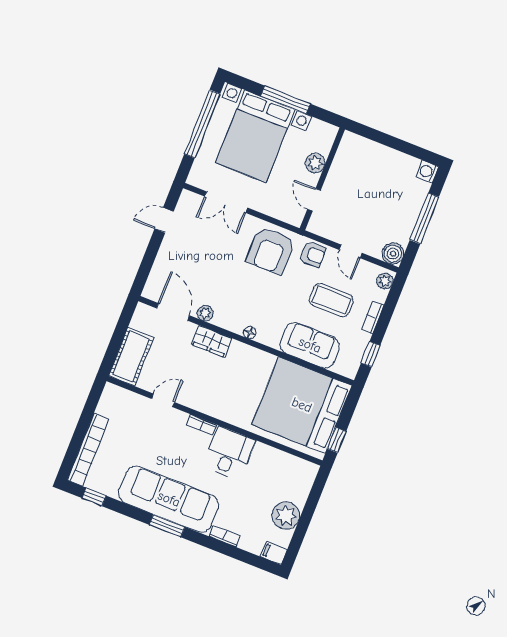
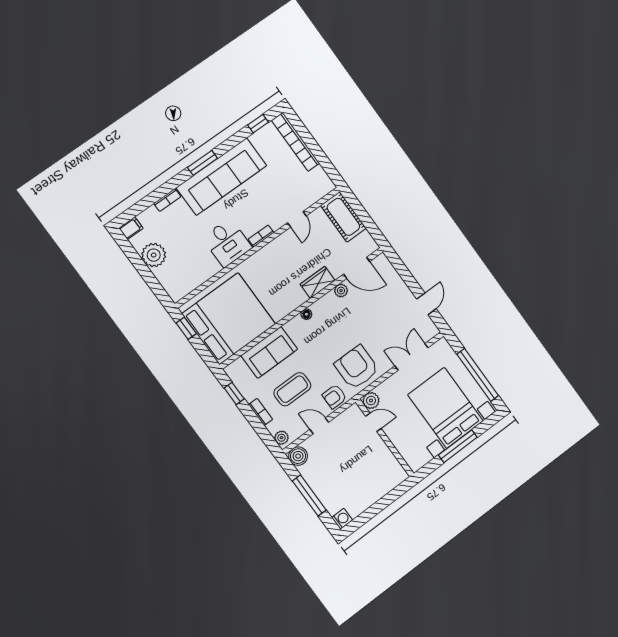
plant: (315, 163) -> (371, 401), moved

